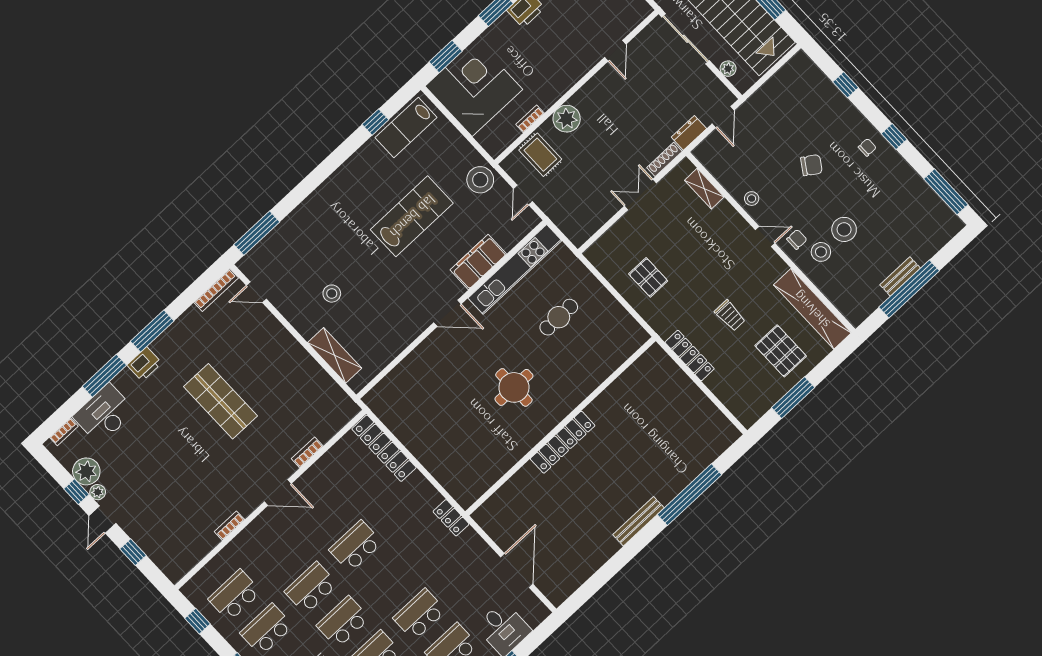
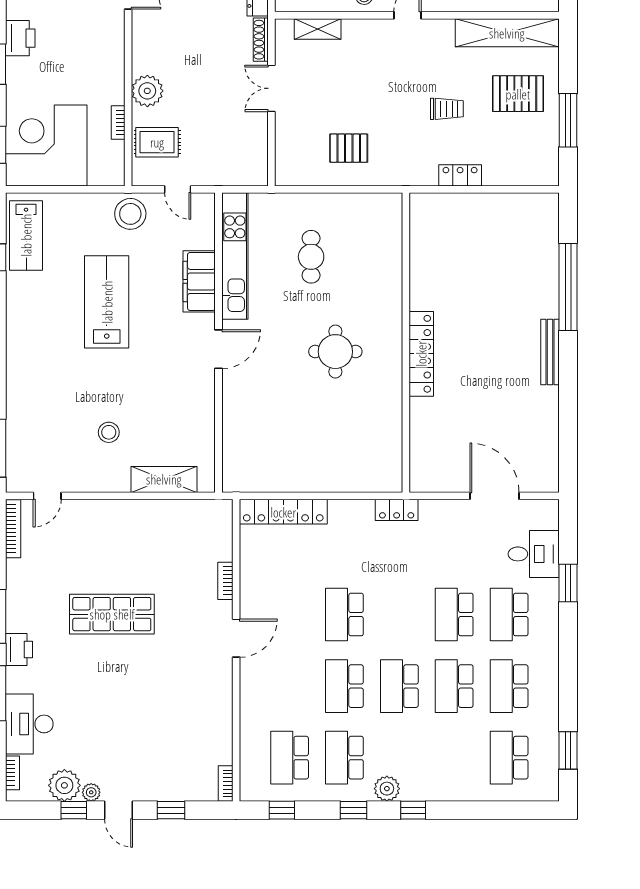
locker: (690, 356) -> (460, 175), width x0.66
bookcase: (229, 526) -> (226, 783), moved

